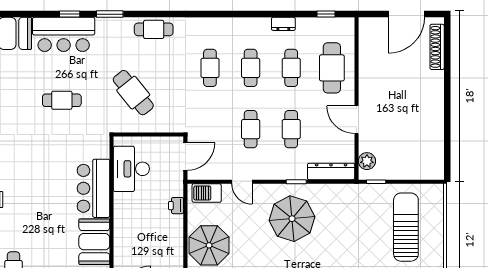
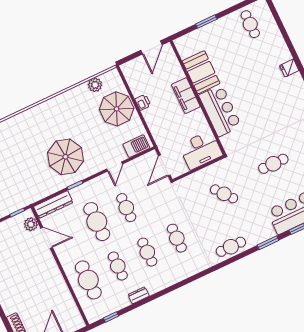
cafe table: (133, 93) -> (224, 194), width x0.73, depth x0.74
door: (356, 120) -> (47, 238), moved
cafe table: (291, 129) -> (97, 222), width x1.37, depth x1.35
desk: (131, 169) -> (201, 150), moved, turned 90
door: (242, 182) -> (115, 166), swing flipped
printer: (176, 206) -> (143, 102), moved
filing cabinet: (124, 223) -> (186, 96), added

